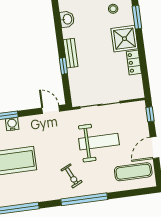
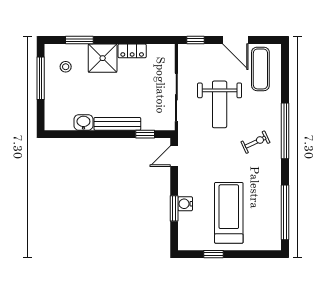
washbasin: (67, 19) -> (83, 122), moved
bench: (71, 53) -> (117, 124), width x1.36
window: (63, 66) -> (145, 134), moved
weight bench: (99, 142) -> (220, 104), turned 180

